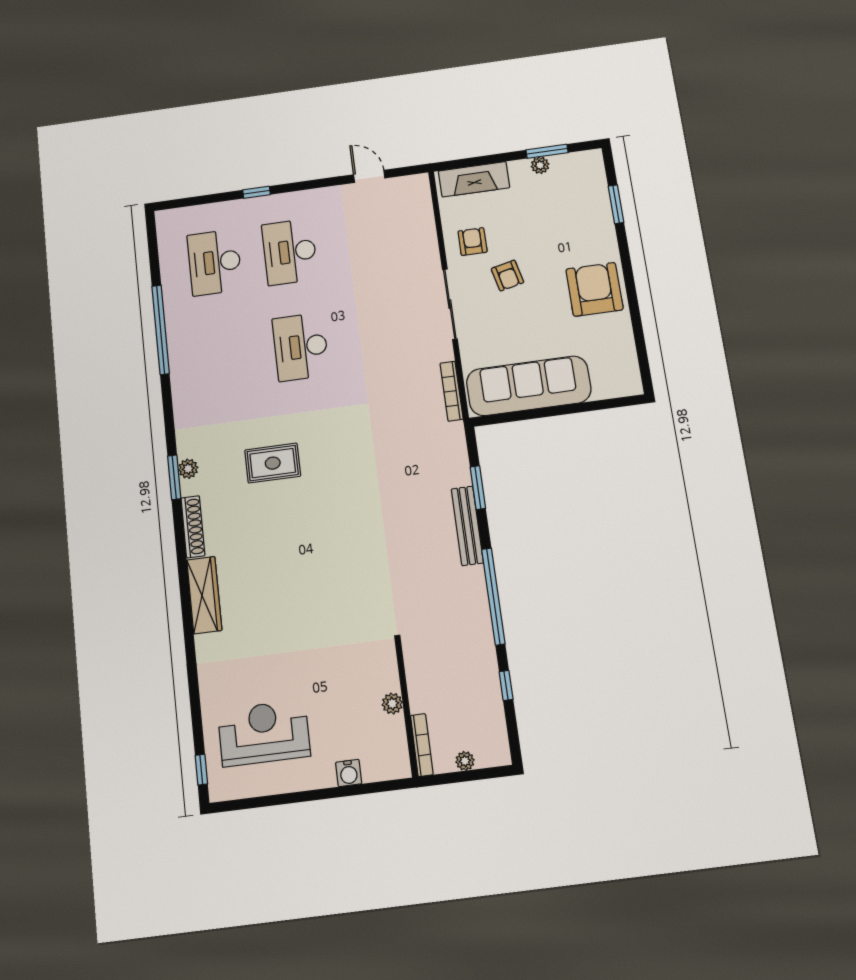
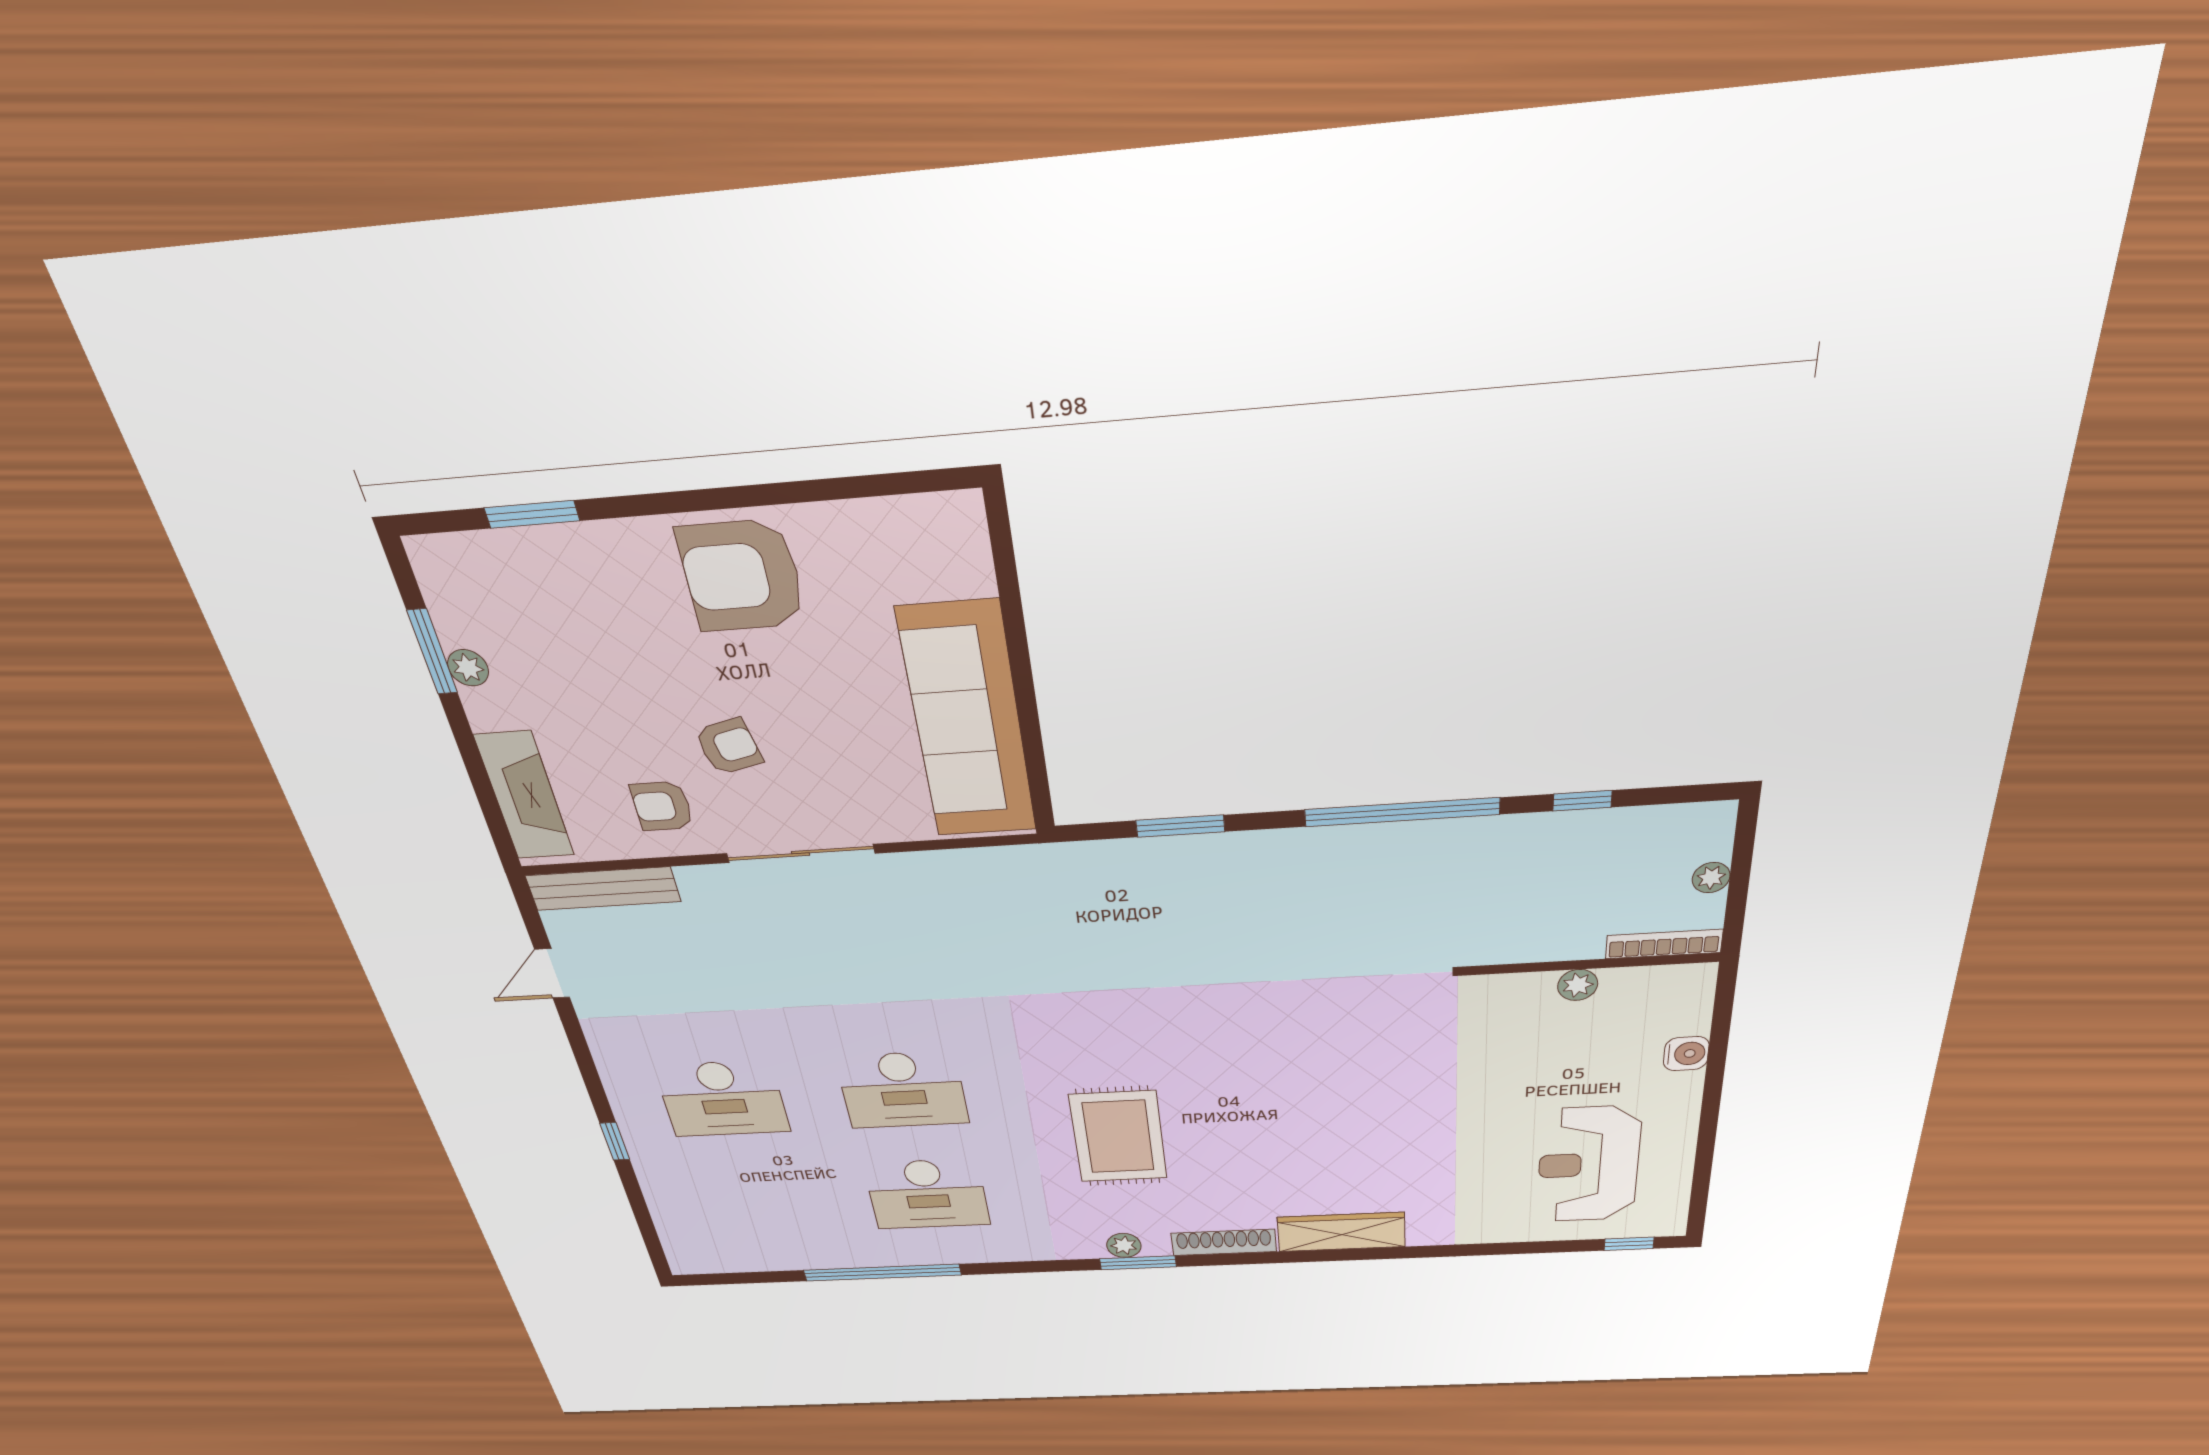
desk: (215, 262) -> (927, 1194), moved
bookcase: (452, 391) -> (982, 860), removed
rug: (273, 463) -> (1118, 1137), width x1.36, depth x1.43
bench: (467, 526) -> (603, 889), moved

